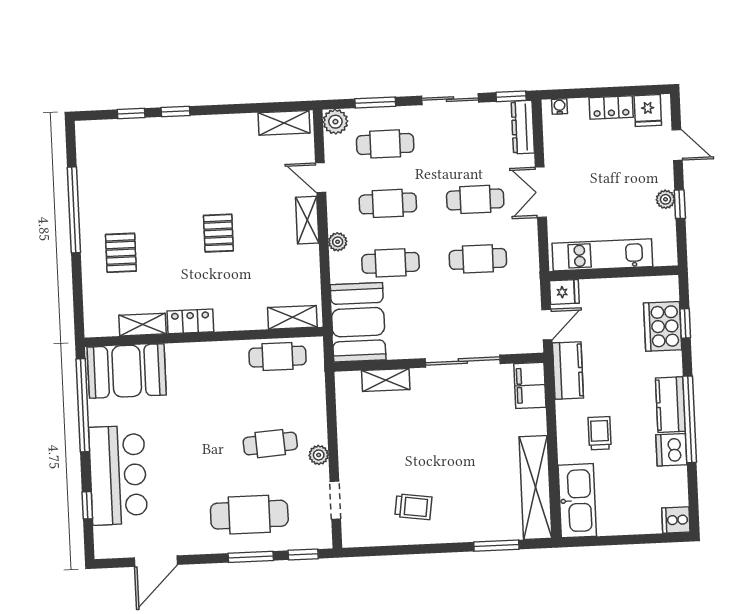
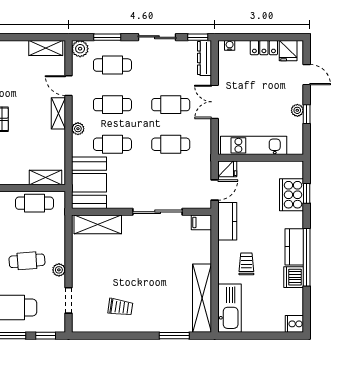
shelving: (386, 380) -> (98, 224), width x1.50, depth x1.33
filing cabinet: (530, 385) -> (201, 222), width x0.50

